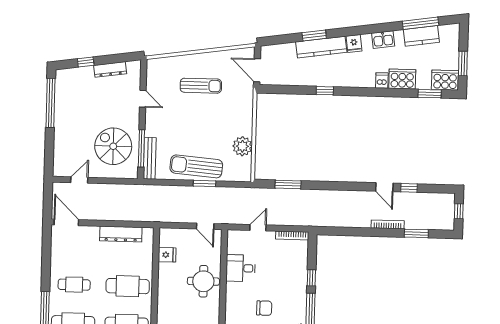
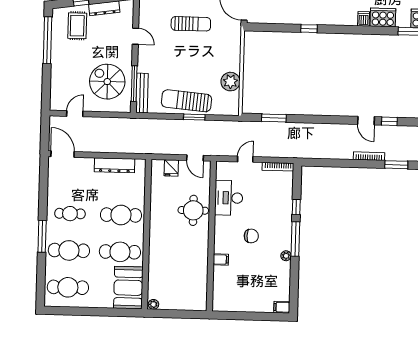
rug: (82, 88) -> (77, 26), added
fridge: (167, 255) -> (171, 168), moved, turned 90
desk: (241, 268) -> (229, 198), width x1.37

